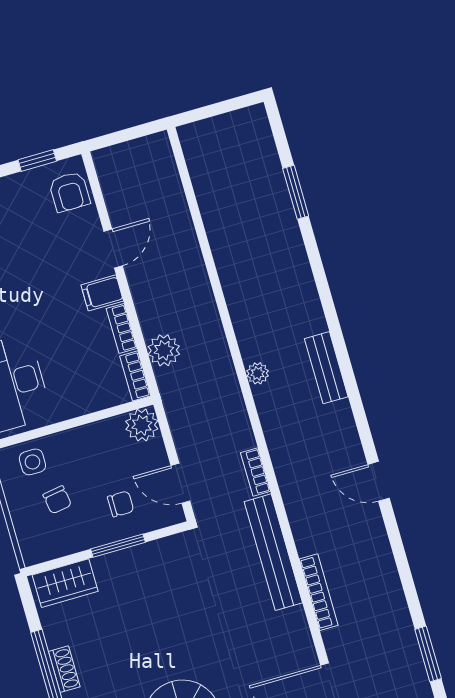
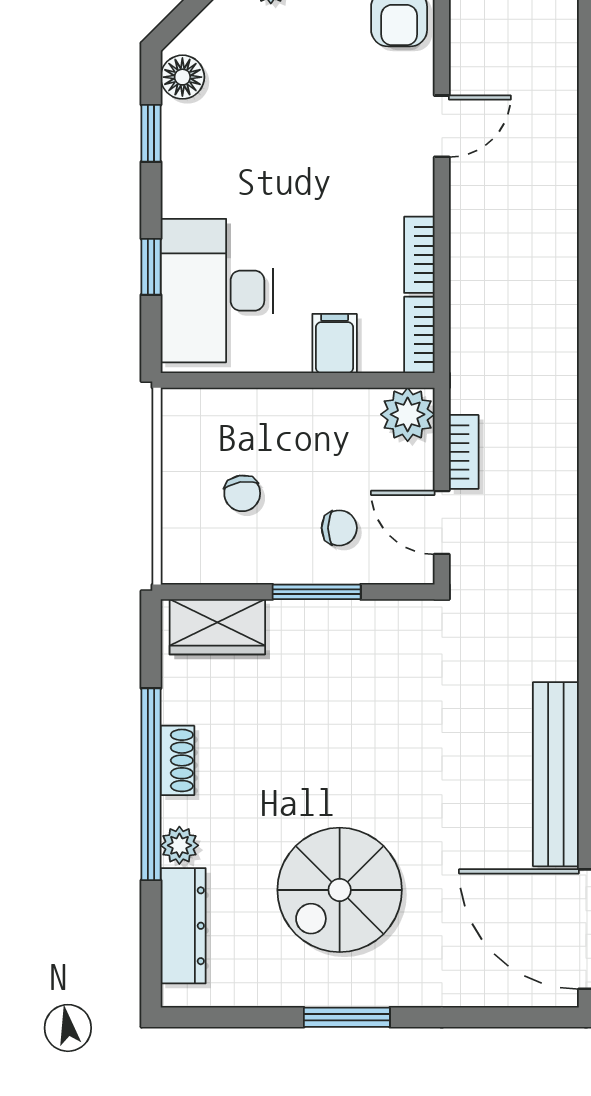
filing cabinet: (102, 293) -> (335, 343), moved, turned 90
plant: (164, 350) -> (475, 308), removed
side table: (32, 462) -> (220, 423), removed
bookcase: (256, 472) -> (464, 452), moved, turned 180
bench: (273, 552) -> (556, 774), moved

